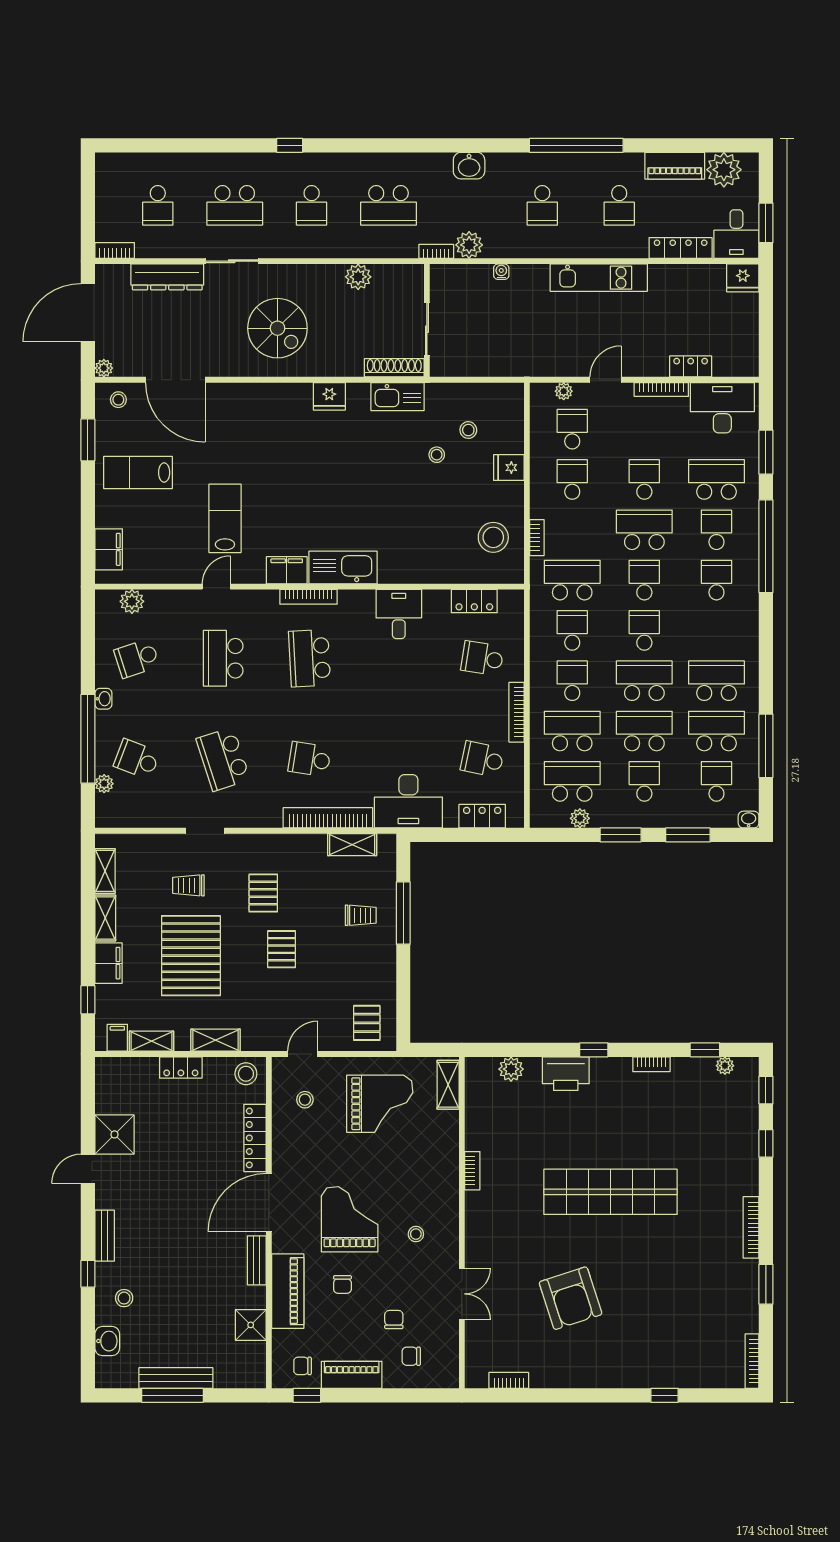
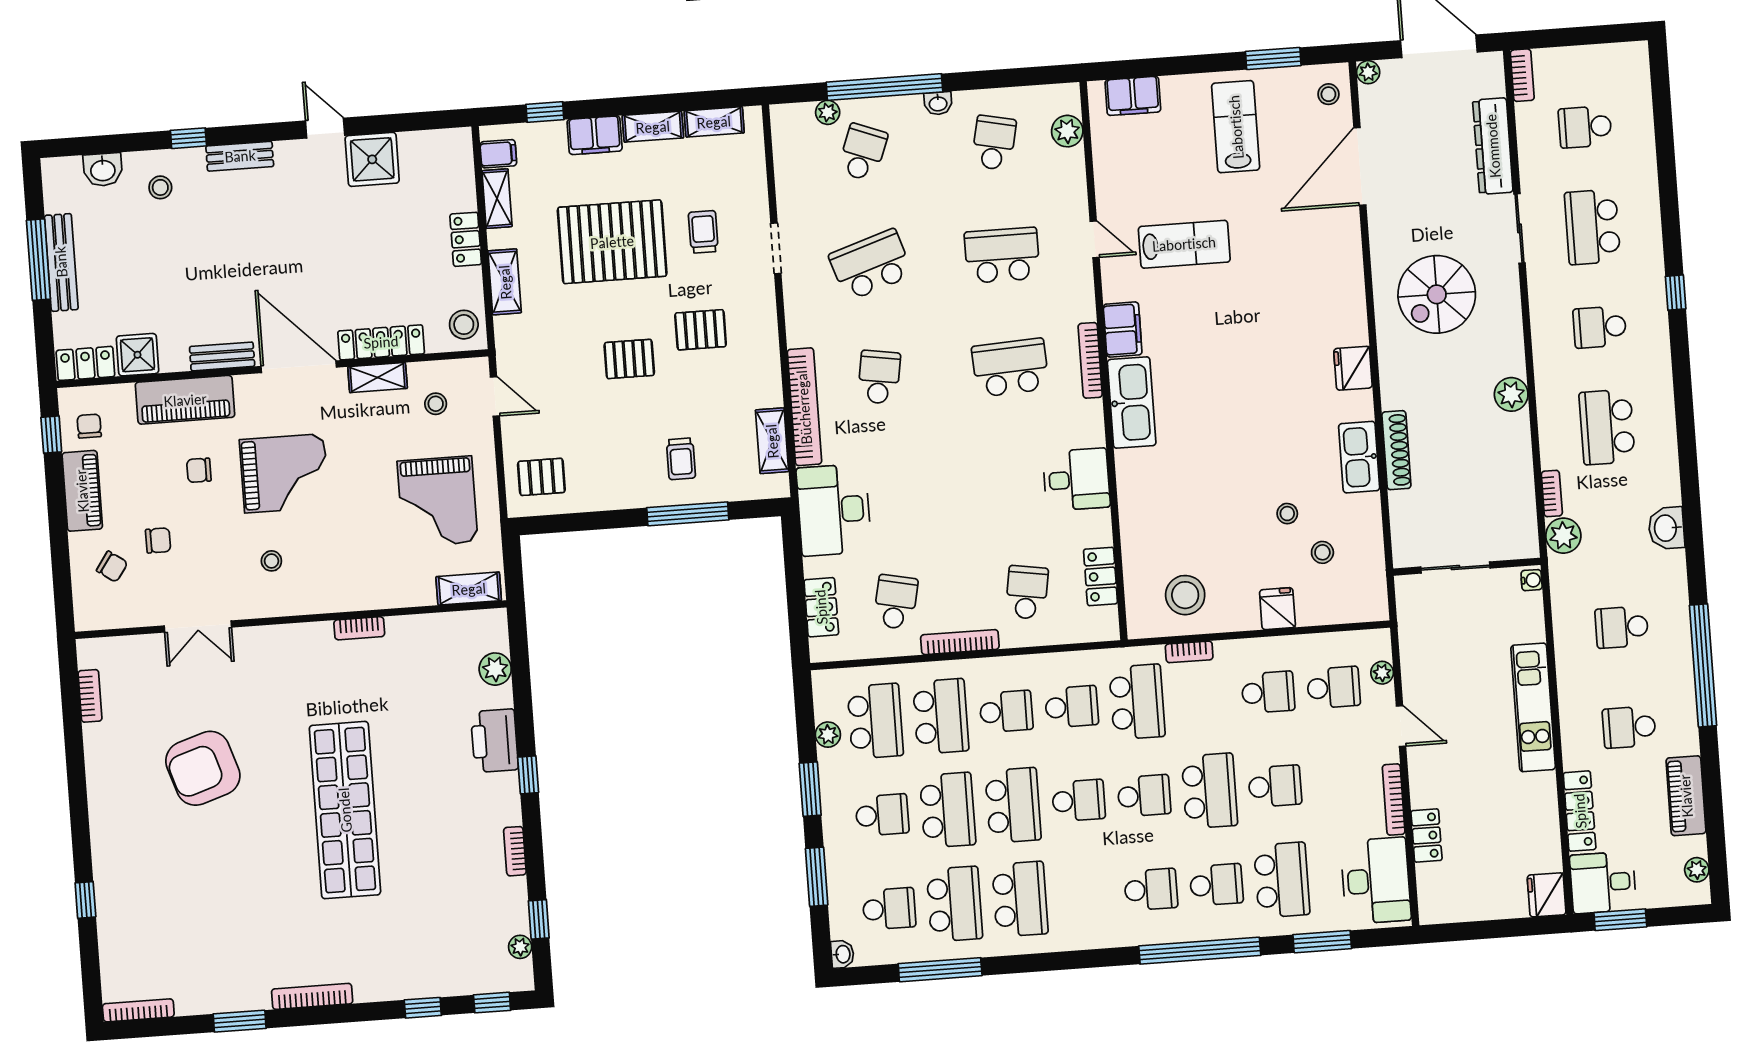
plant: (724, 170) -> (1697, 870), width x0.53, depth x0.53
wall: (427, 320) -> (1467, 567), moved
sliding door: (427, 329) -> (1455, 568), moved
school desk: (137, 658) -> (994, 143), turned 30
shelving: (282, 1143) -> (378, 378), added
chair: (411, 1356) -> (112, 567), turned 125
locker: (254, 1365) -> (85, 363), added

